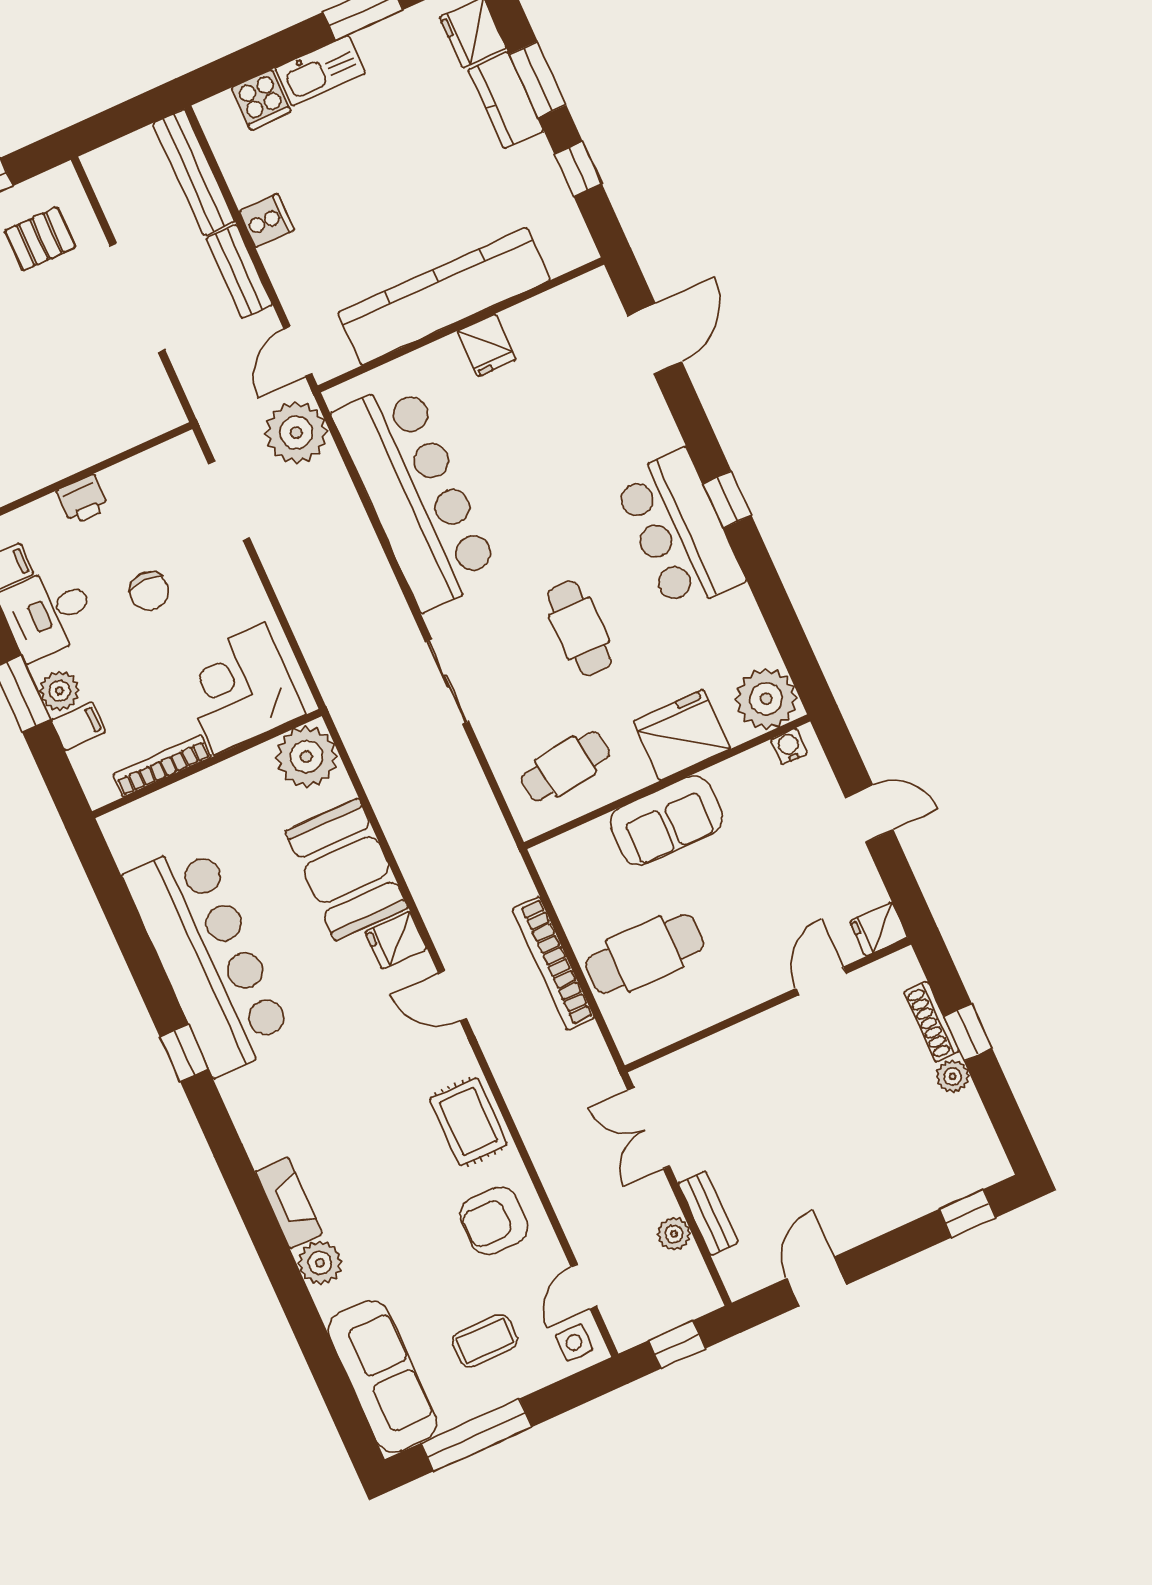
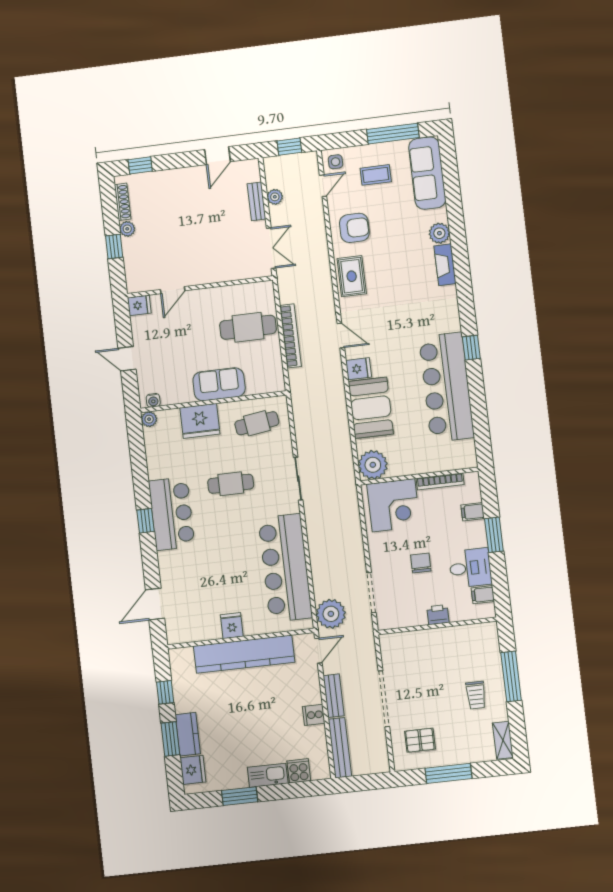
cafe table: (579, 628) -> (231, 484), turned 90
plant: (59, 691) -> (476, 531), removed
plant: (766, 699) -> (149, 419), width x0.53, depth x0.53
shoe rack: (932, 1022) -> (123, 202), moved

